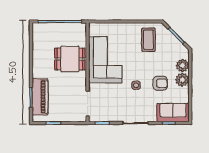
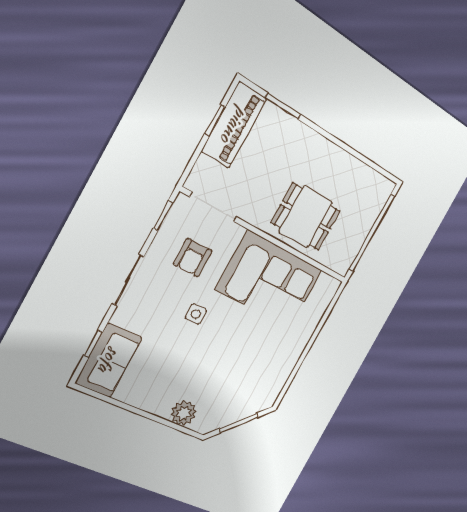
coffee table: (148, 40) -> (259, 372), removed
dining table: (70, 59) -> (306, 217), turned 90
plant: (182, 80) -> (159, 403), removed
armchair: (160, 83) -> (193, 258), moved
piano: (40, 97) -> (234, 125), moved, turned -90

